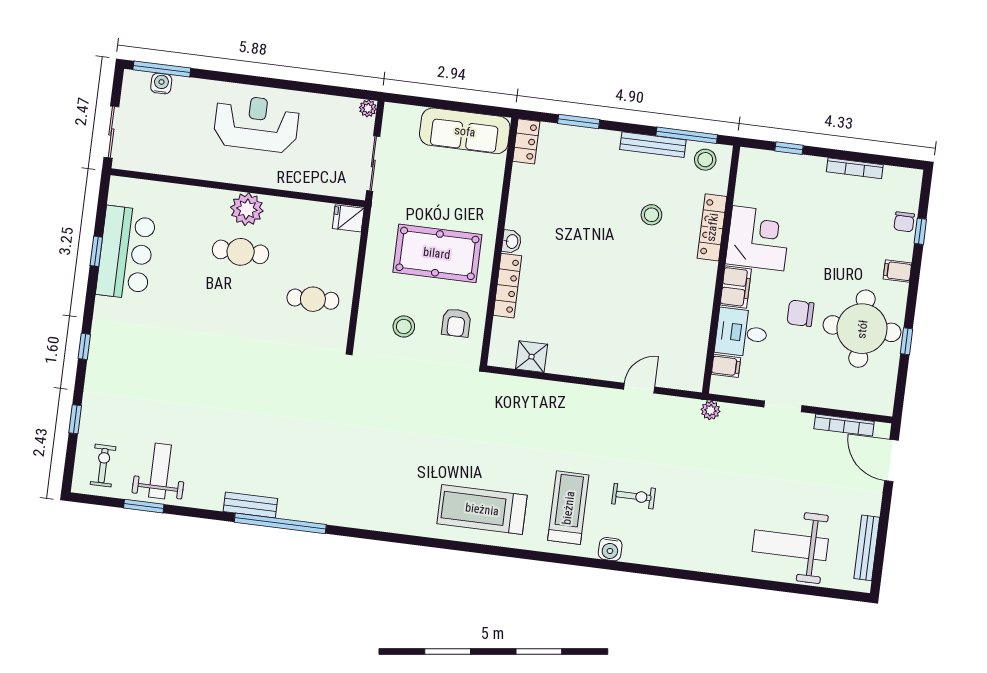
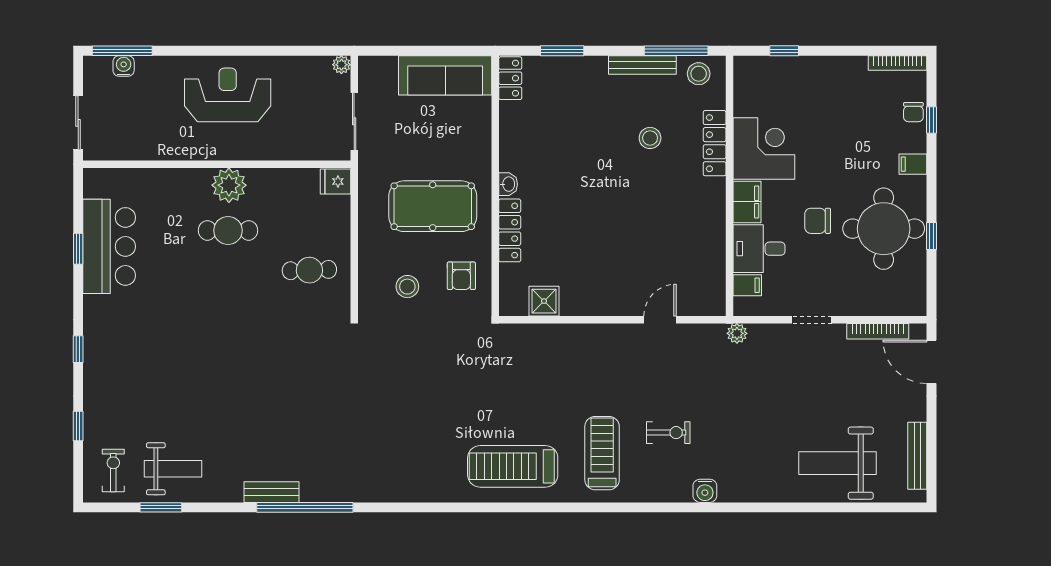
bookcase: (855, 168) -> (898, 63), moved
weight bench: (160, 471) -> (173, 469), turned 90
water cooler: (610, 549) -> (705, 491), moved

